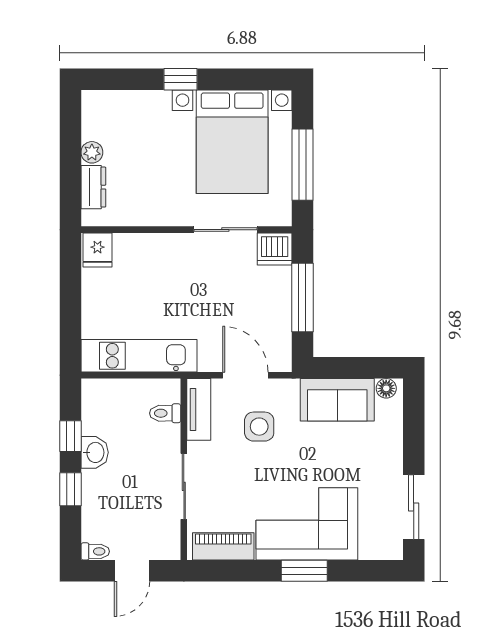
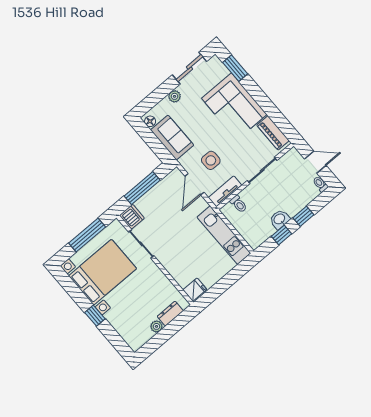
plant: (392, 452) -> (175, 96), added
window: (304, 571) -> (235, 68), moved

